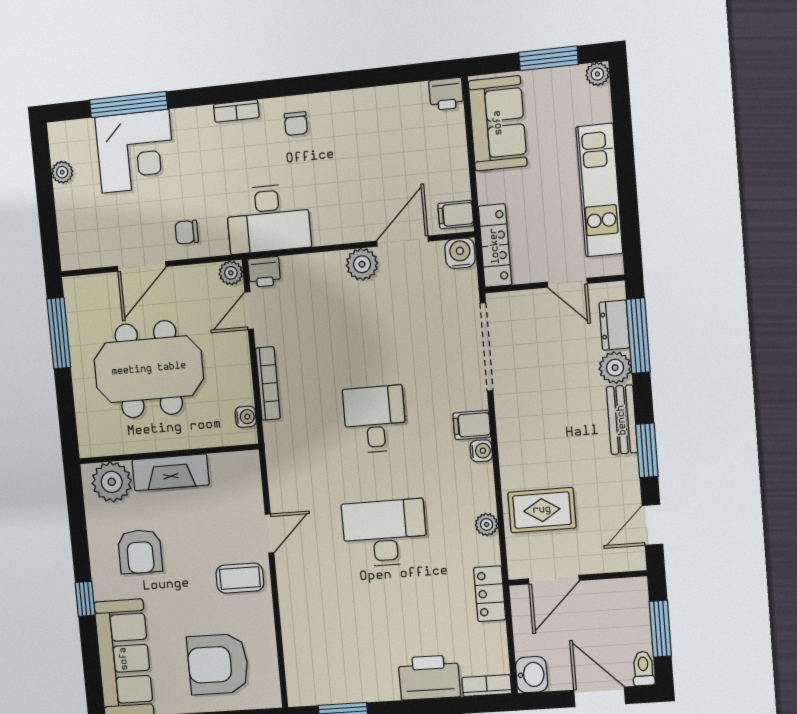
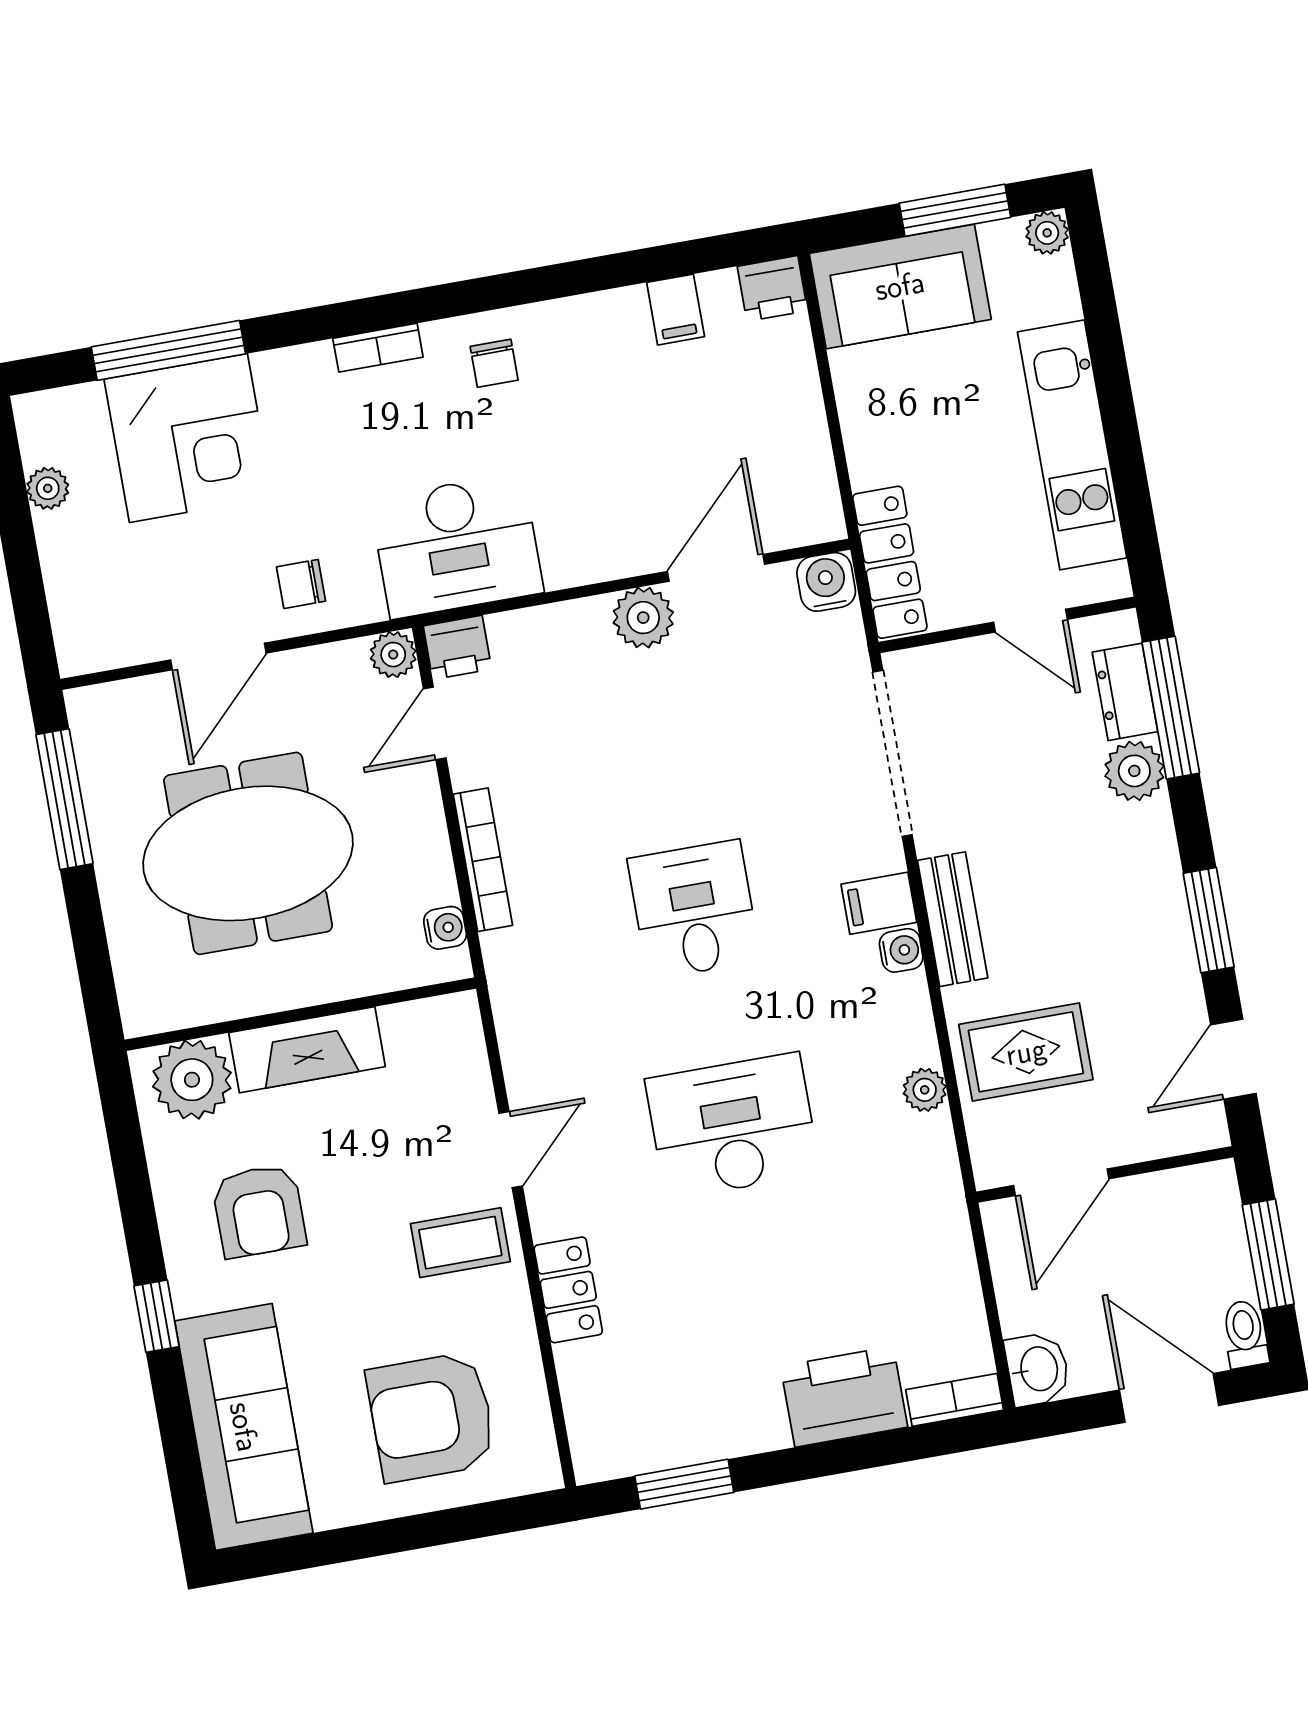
sofa: (498, 123) -> (900, 286), moved, turned 90
filing cabinet: (456, 215) -> (676, 310), moved, turned -90
bench: (622, 420) -> (953, 919), moved
locker: (490, 594) -> (568, 1290), moved, turned 180

